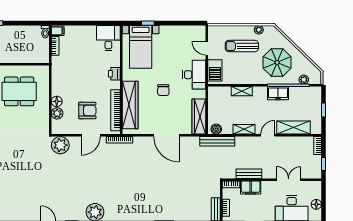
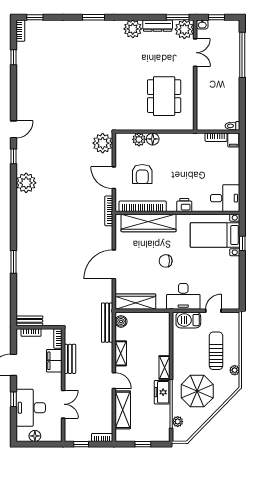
shelving: (242, 91) -> (164, 367), moved

